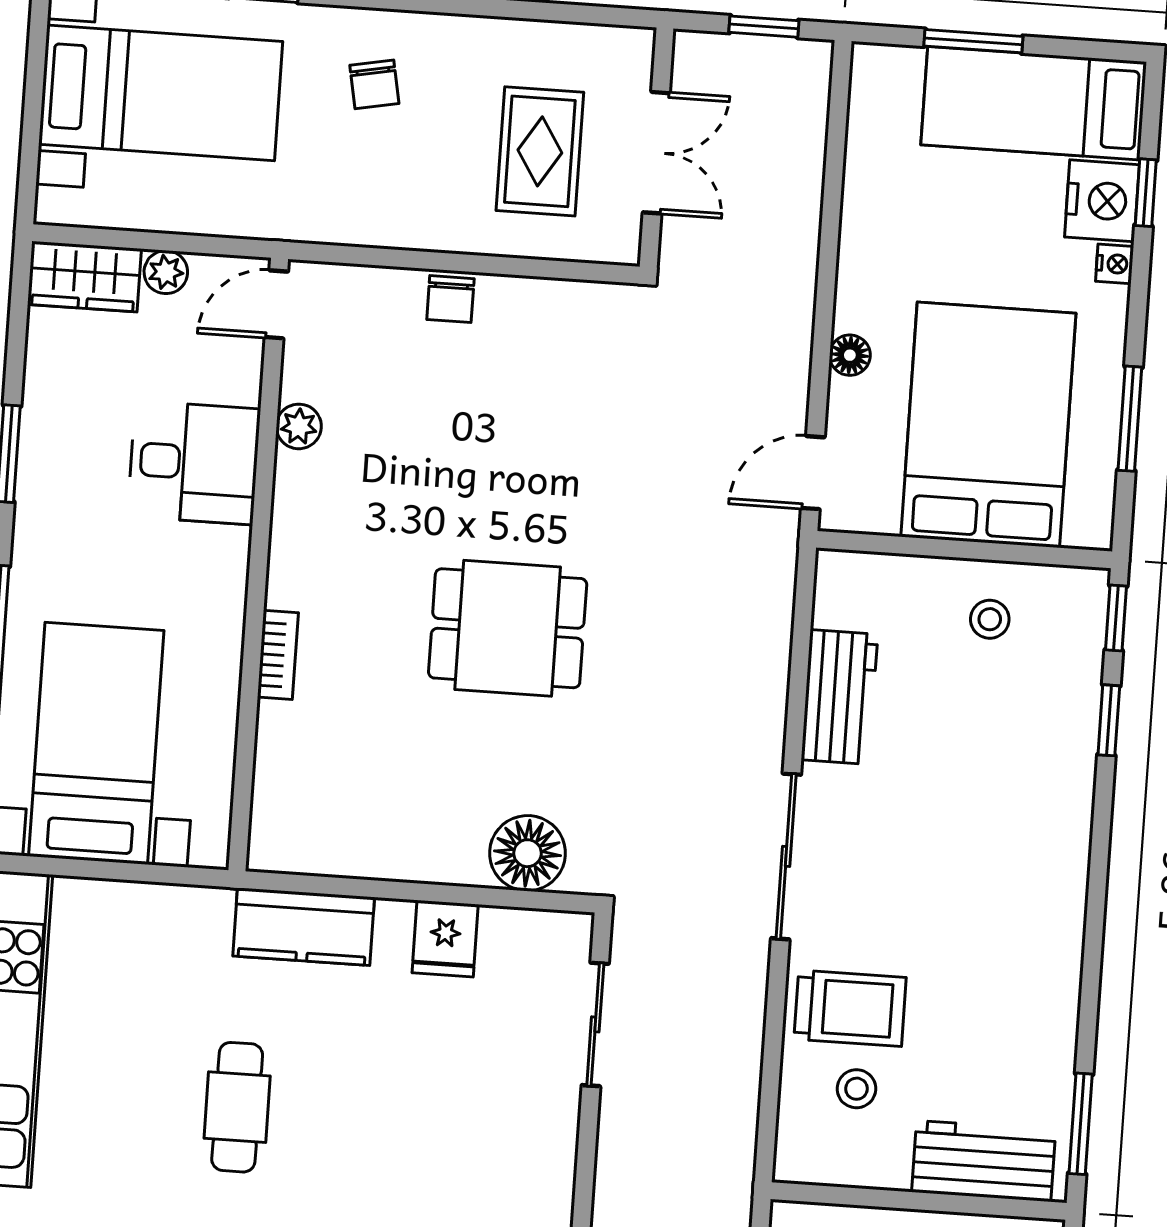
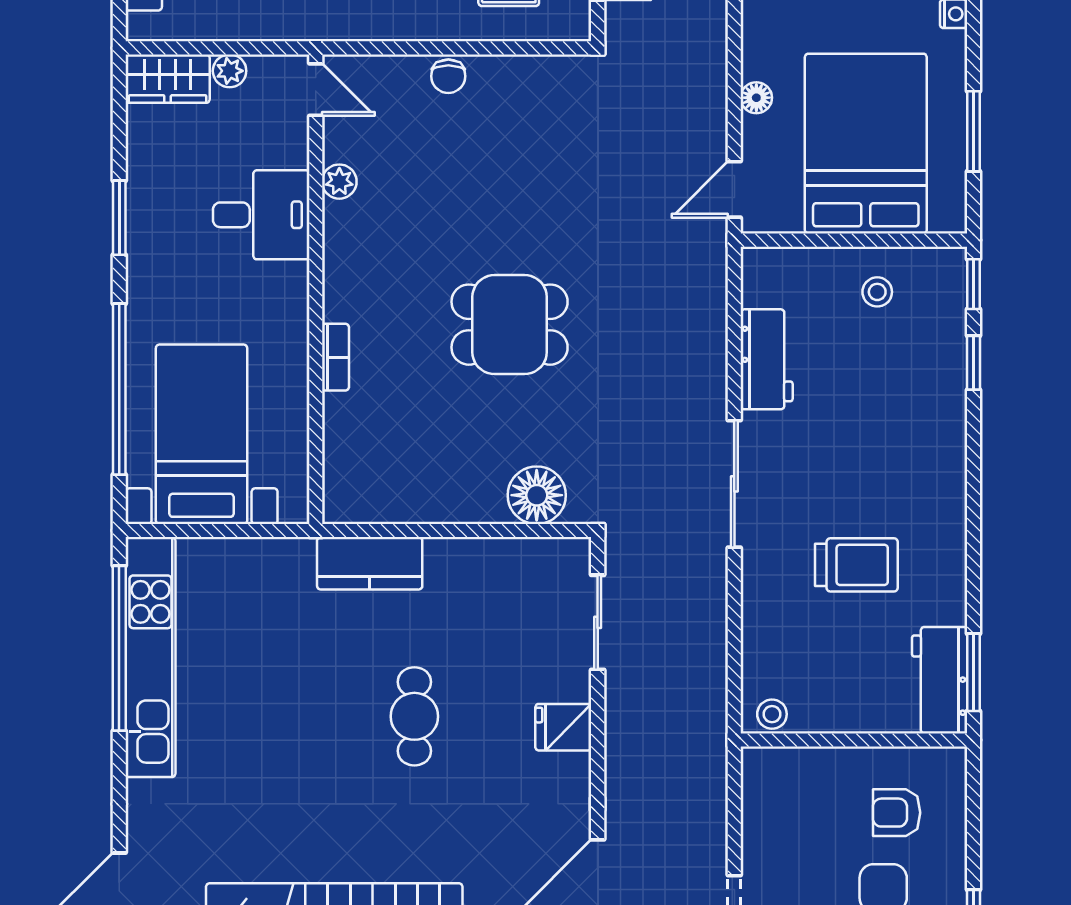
door: (276, 304) -> (316, 90), swing flipped
fridge: (445, 939) -> (563, 727), moved, turned 90
trolley: (850, 1008) -> (856, 565), moved
stool: (856, 1089) -> (772, 714), moved
cafe table: (237, 1107) -> (414, 716), moved
workbench: (984, 1161) -> (940, 680), moved, turned -90

